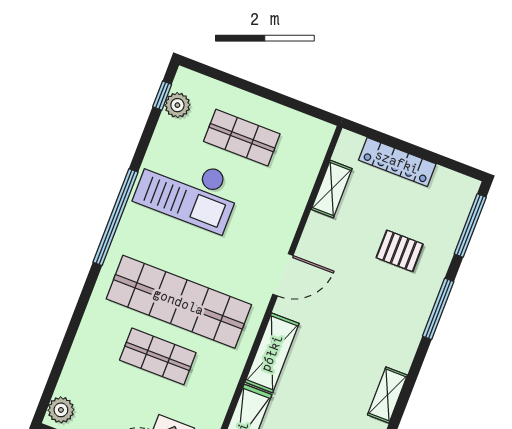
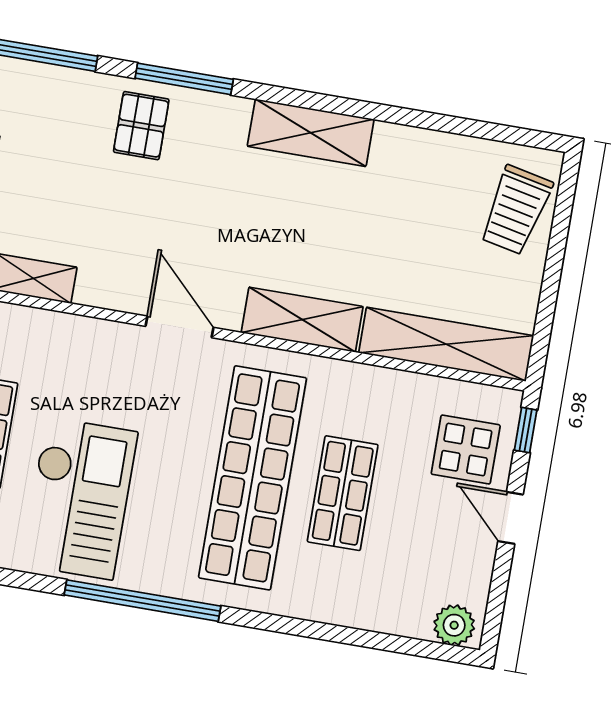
pallet: (400, 251) -> (141, 126), moved
shelving: (387, 395) -> (311, 133), width x1.50, depth x1.33

